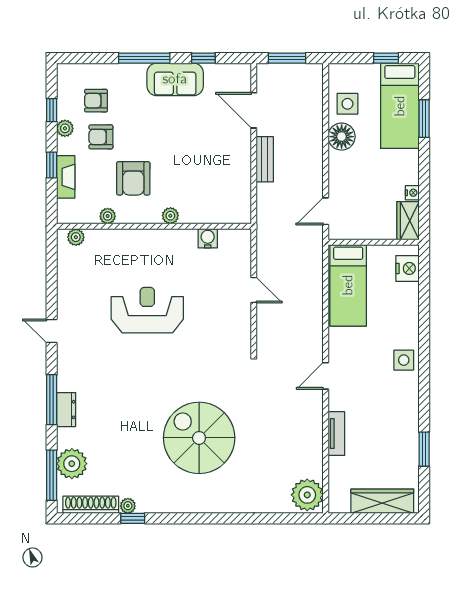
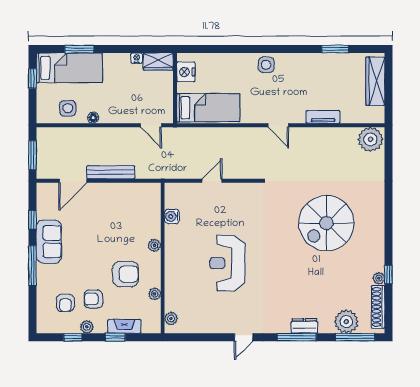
armchair: (101, 137) -> (93, 299), turned 90
floor lamp: (342, 137) -> (93, 118), width x0.53, depth x0.53
bench: (265, 159) -> (111, 172), width x1.36
nightstand: (407, 268) -> (186, 72), moved, turned -90

